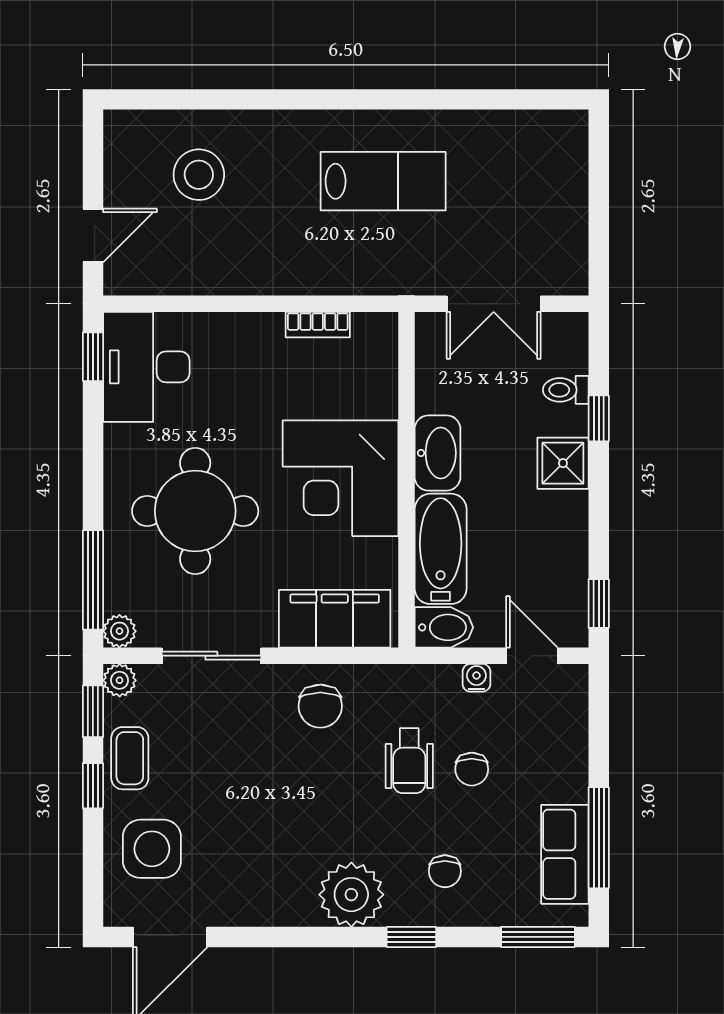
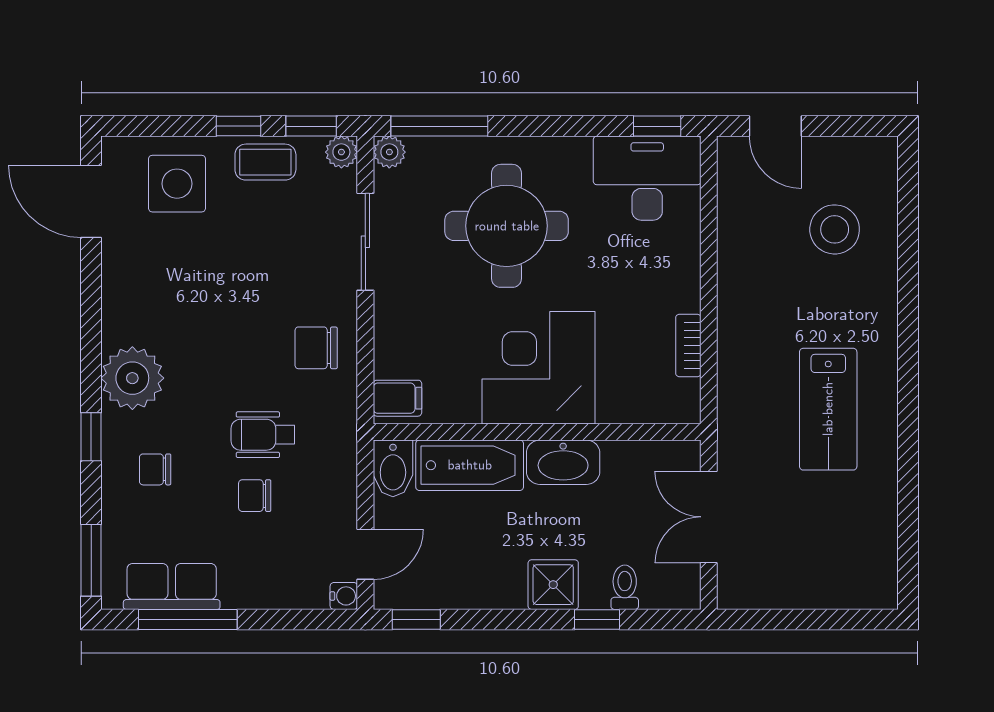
filing cabinet: (335, 619) -> (397, 398), width x0.33, depth x0.86
water cooler: (476, 678) -> (344, 596), moved

